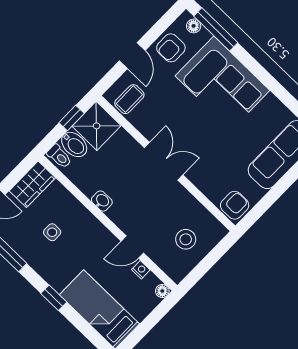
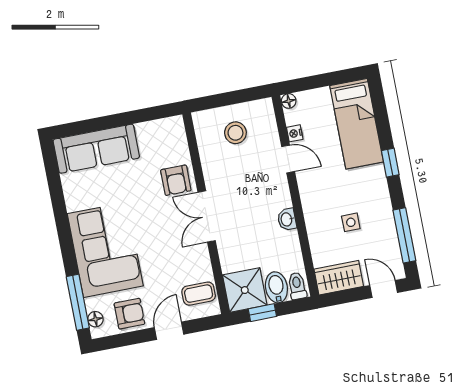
armchair: (235, 205) -> (176, 180), moved, turned -90

